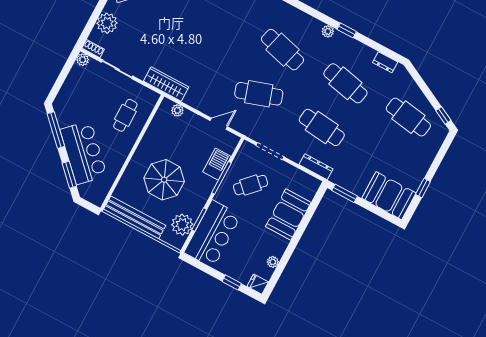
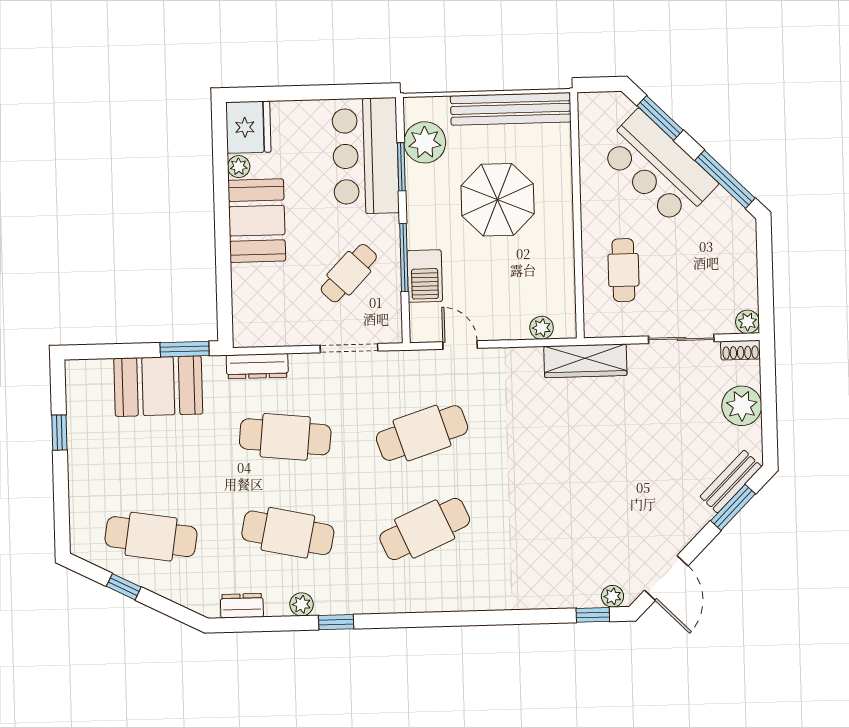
plant: (328, 31) -> (302, 604), moved
cafe table: (282, 50) -> (425, 529), turned -39
window: (443, 115) -> (124, 587), moved
door: (219, 124) -> (460, 345), swing flipped
booth: (389, 196) -> (158, 386), moved
booth: (288, 214) -> (257, 221), moved
window: (232, 283) -> (287, 93), removed
fridge: (258, 284) -> (248, 127), width x1.88, depth x1.34

